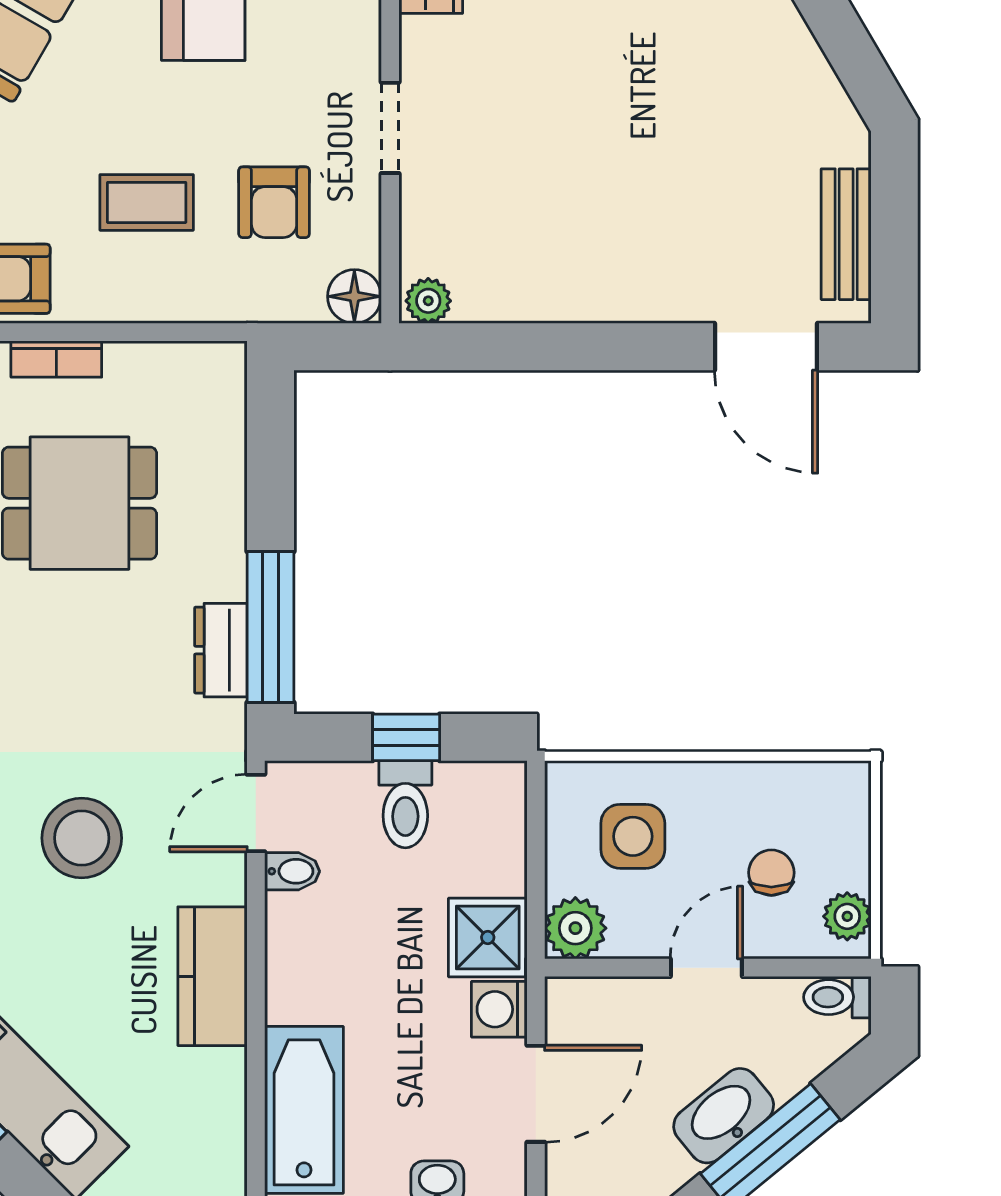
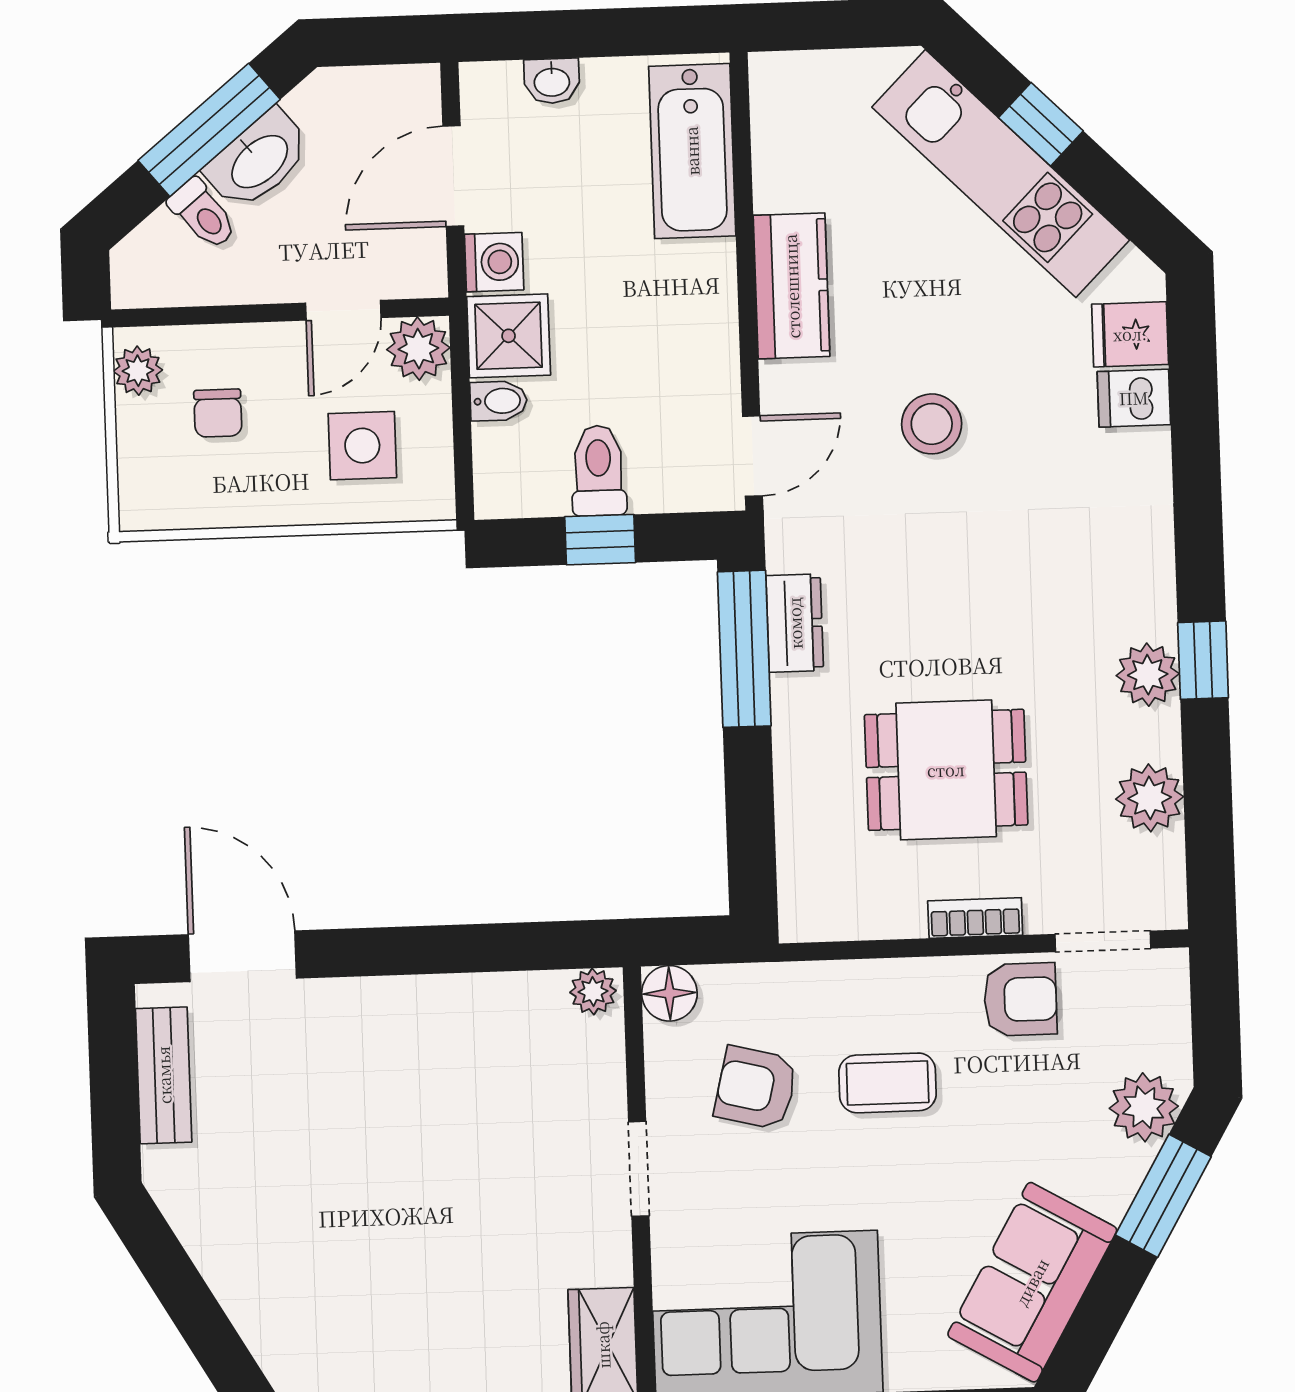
armchair: (274, 202) -> (756, 1088), turned -76
stool: (82, 838) -> (932, 424), width x0.73, depth x0.73
bidet: (292, 871) -> (499, 401), moved, turned 180
door: (706, 968) -> (343, 310), moved
toilet: (837, 997) -> (203, 214), moved, turned 51

